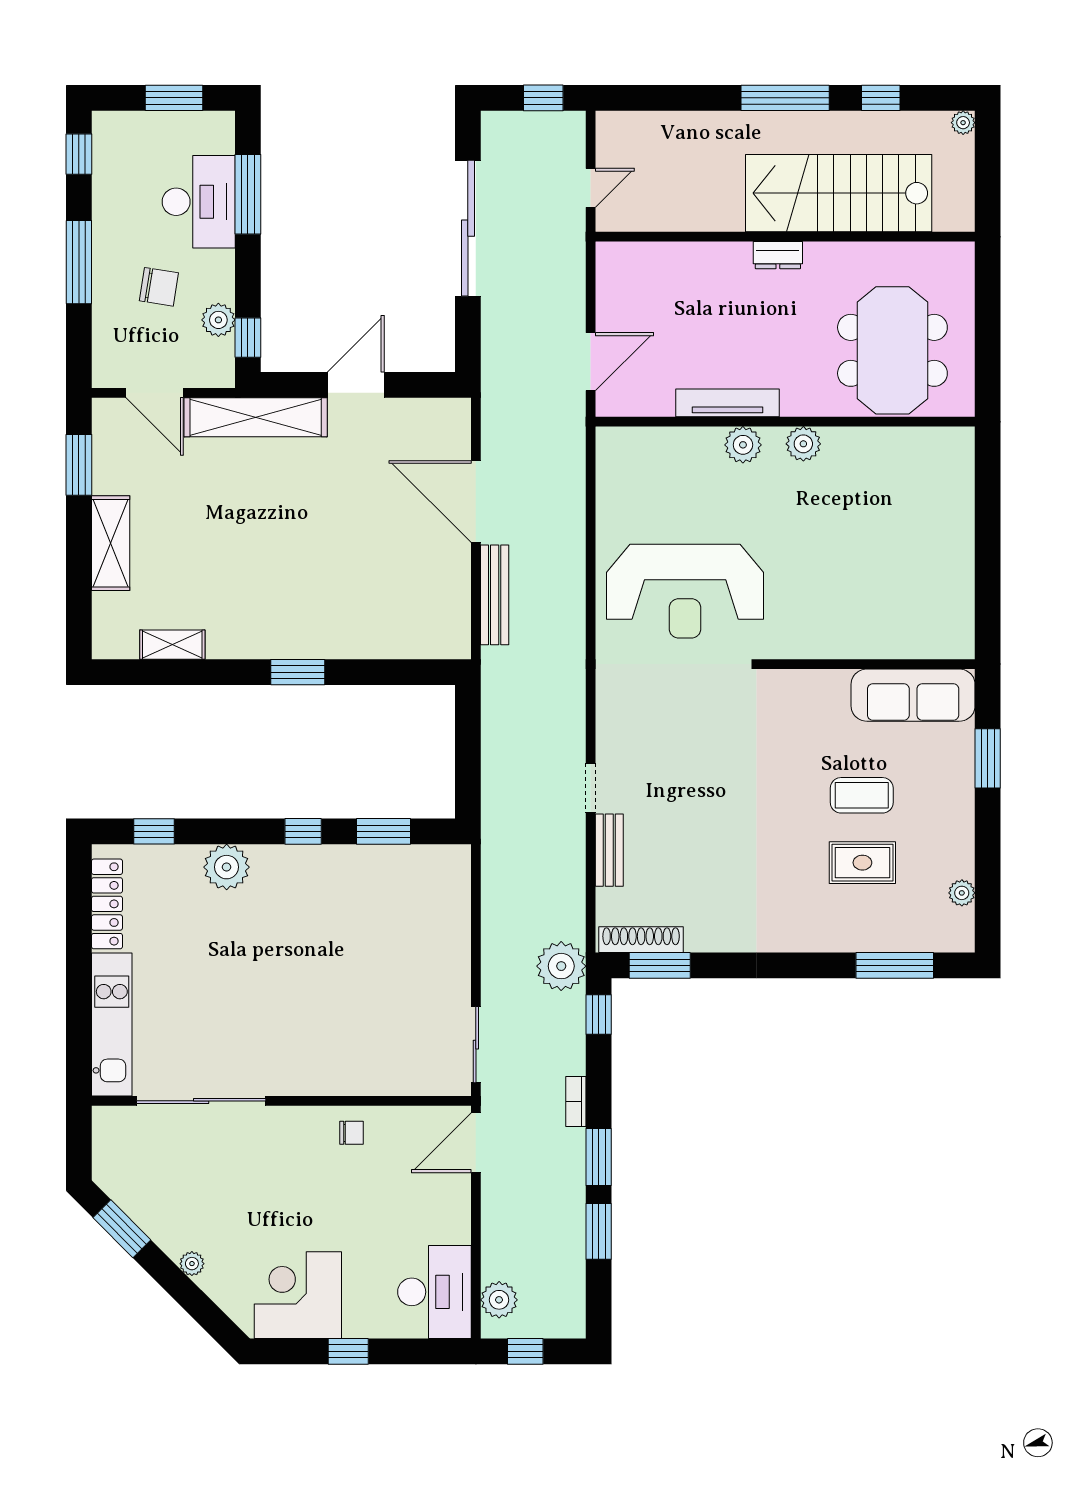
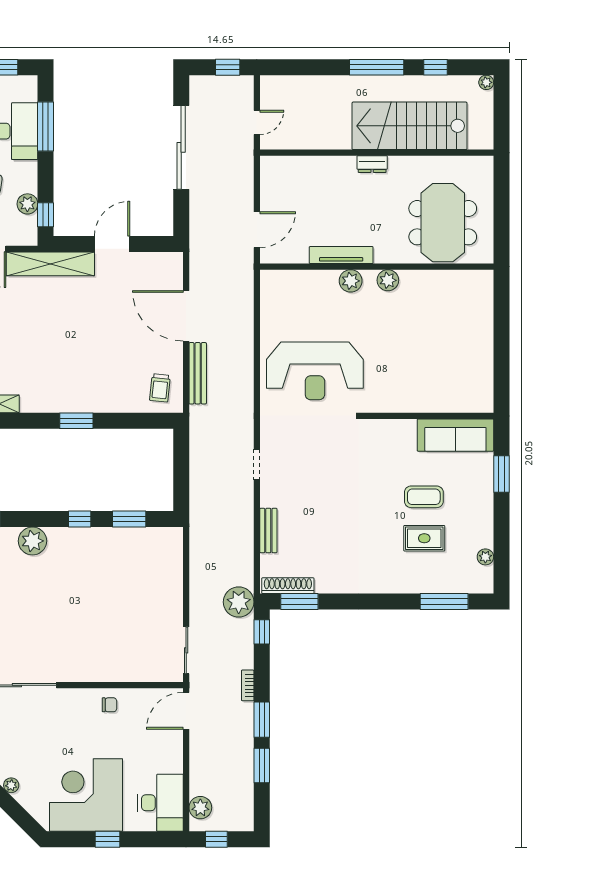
trolley: (433, 619) -> (160, 388), added
doorway: (591, 788) -> (257, 465), moved
corner desk: (298, 1295) -> (86, 795), width x1.36, depth x1.36

